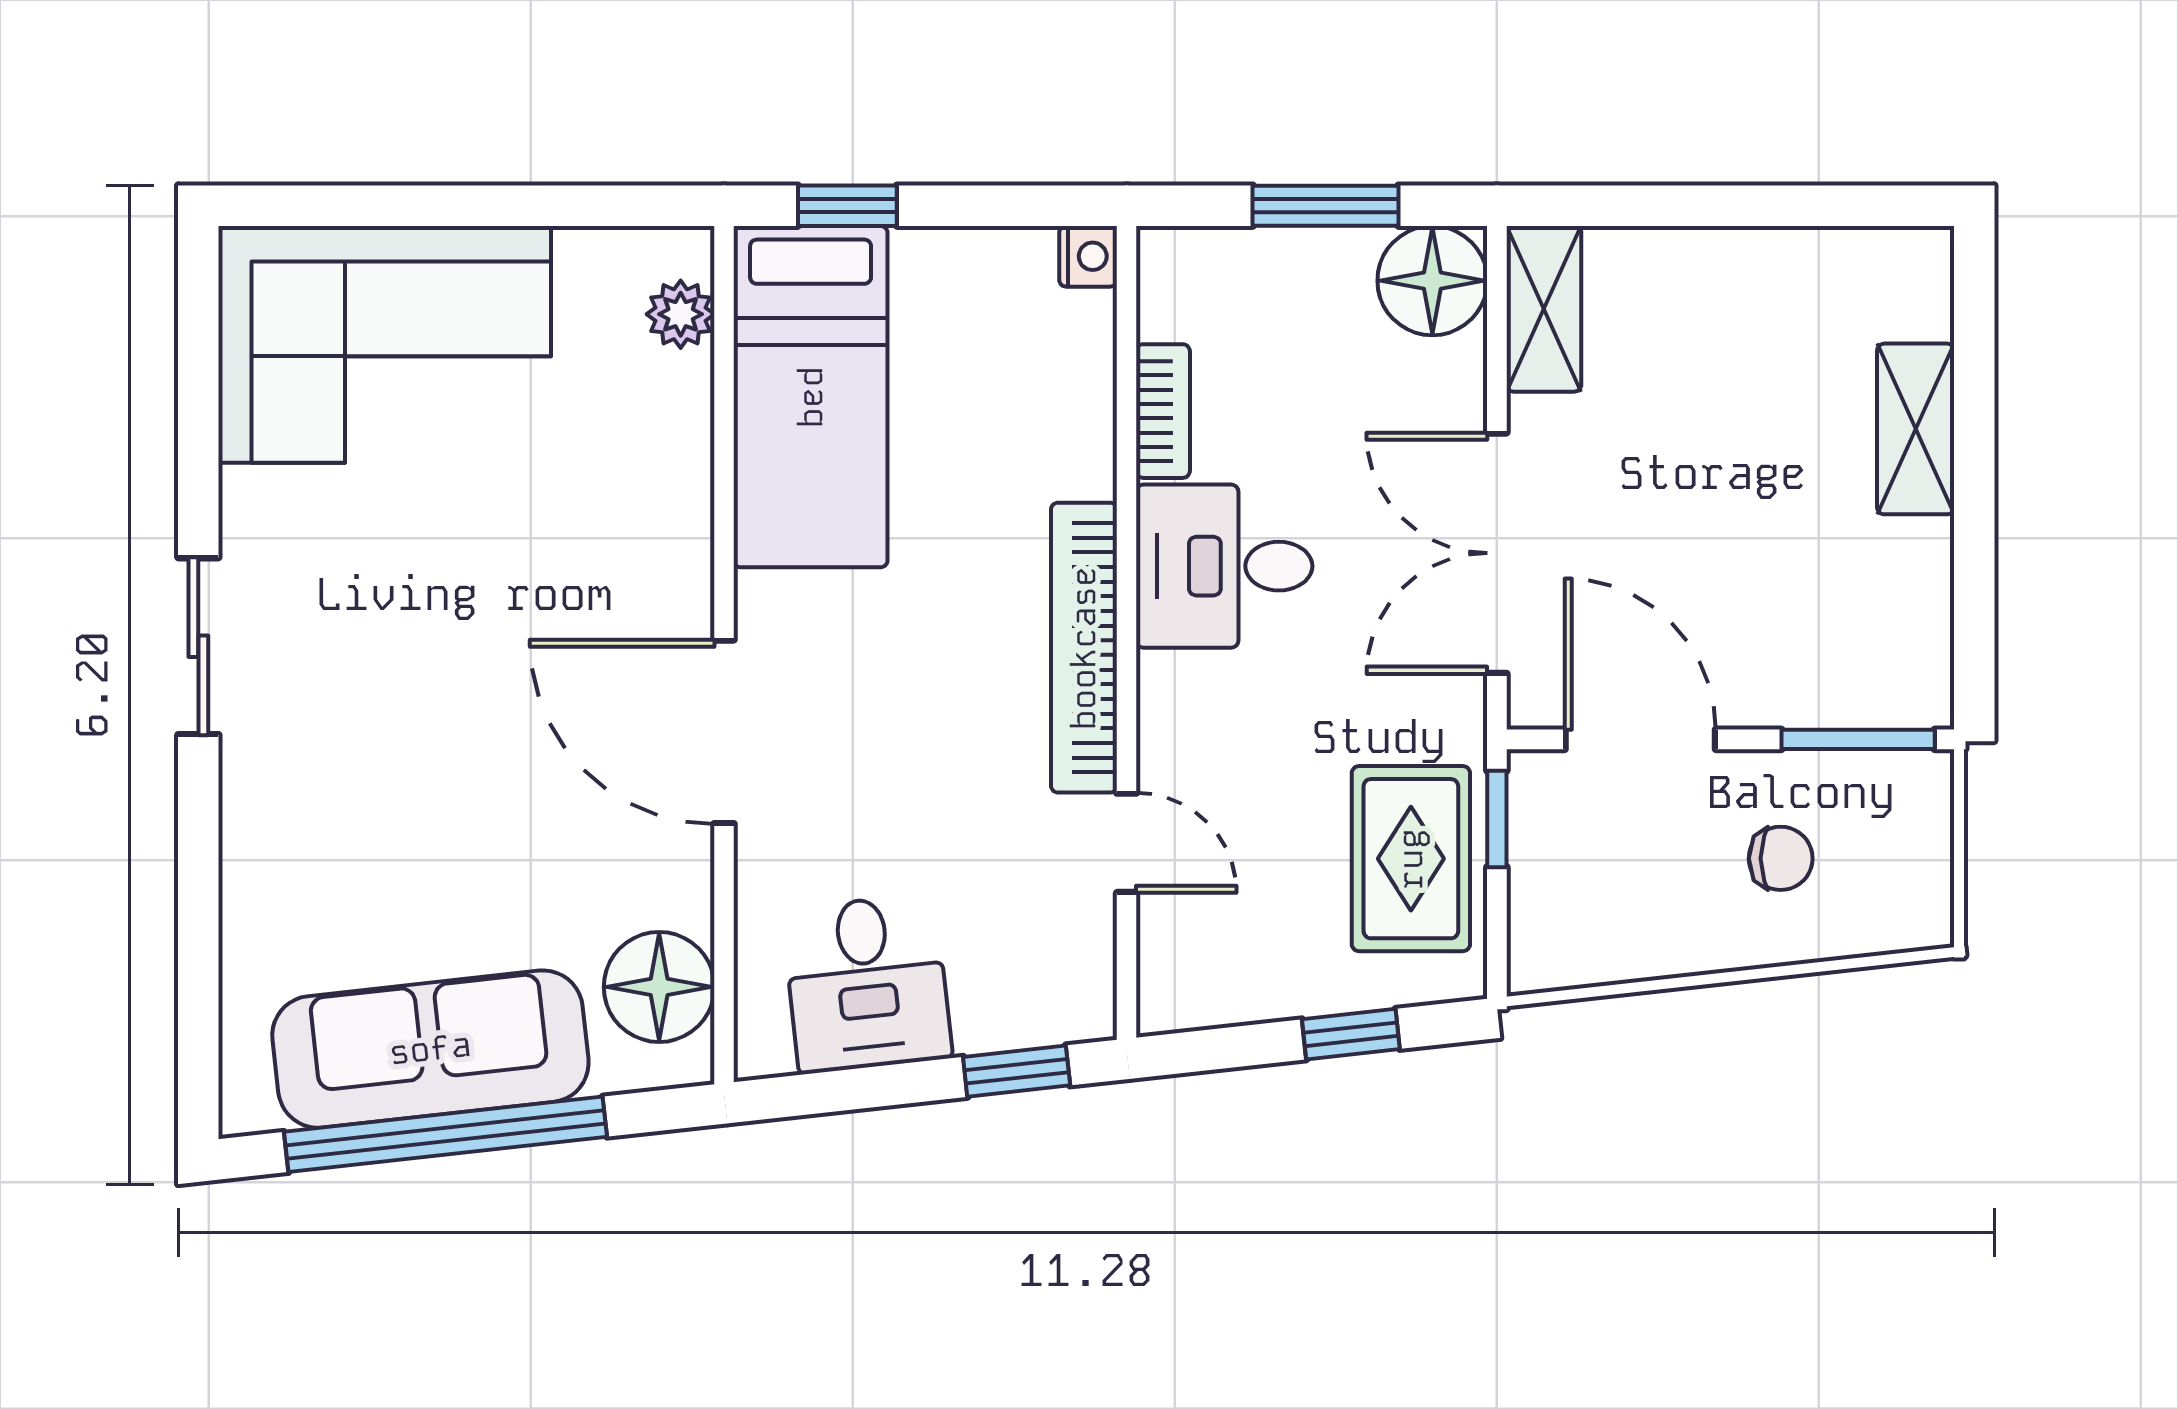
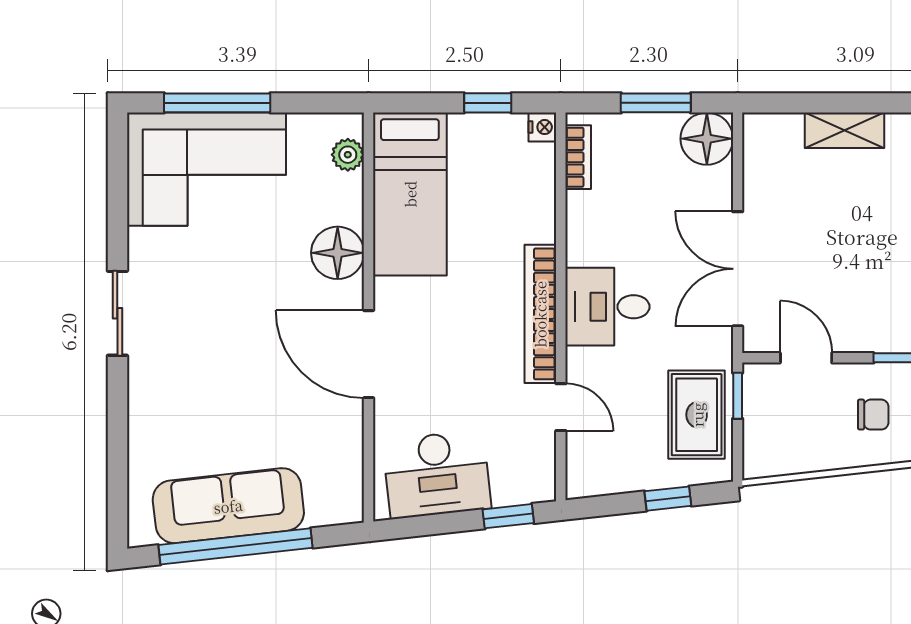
window: (407, 206) -> (217, 103), added
window: (847, 206) -> (488, 103), moved
shelving: (1544, 309) -> (845, 130), moved, turned 90
bookcase: (1163, 411) -> (578, 157), moved
desk: (1224, 566) -> (607, 307), moved
door: (1640, 739) -> (806, 358), width x0.73
desk: (867, 983) -> (437, 474), width x1.37
floor lamp: (659, 987) -> (338, 253), moved

